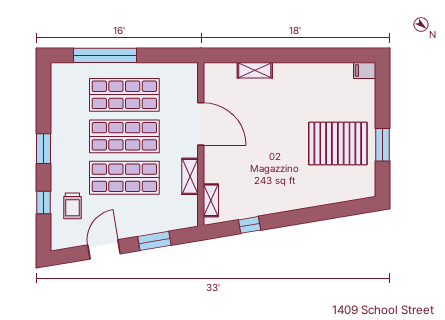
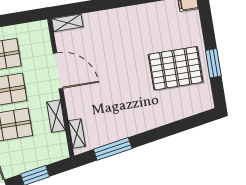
shelving: (255, 70) -> (67, 23), moved
window: (250, 225) -> (113, 149), width x2.17

